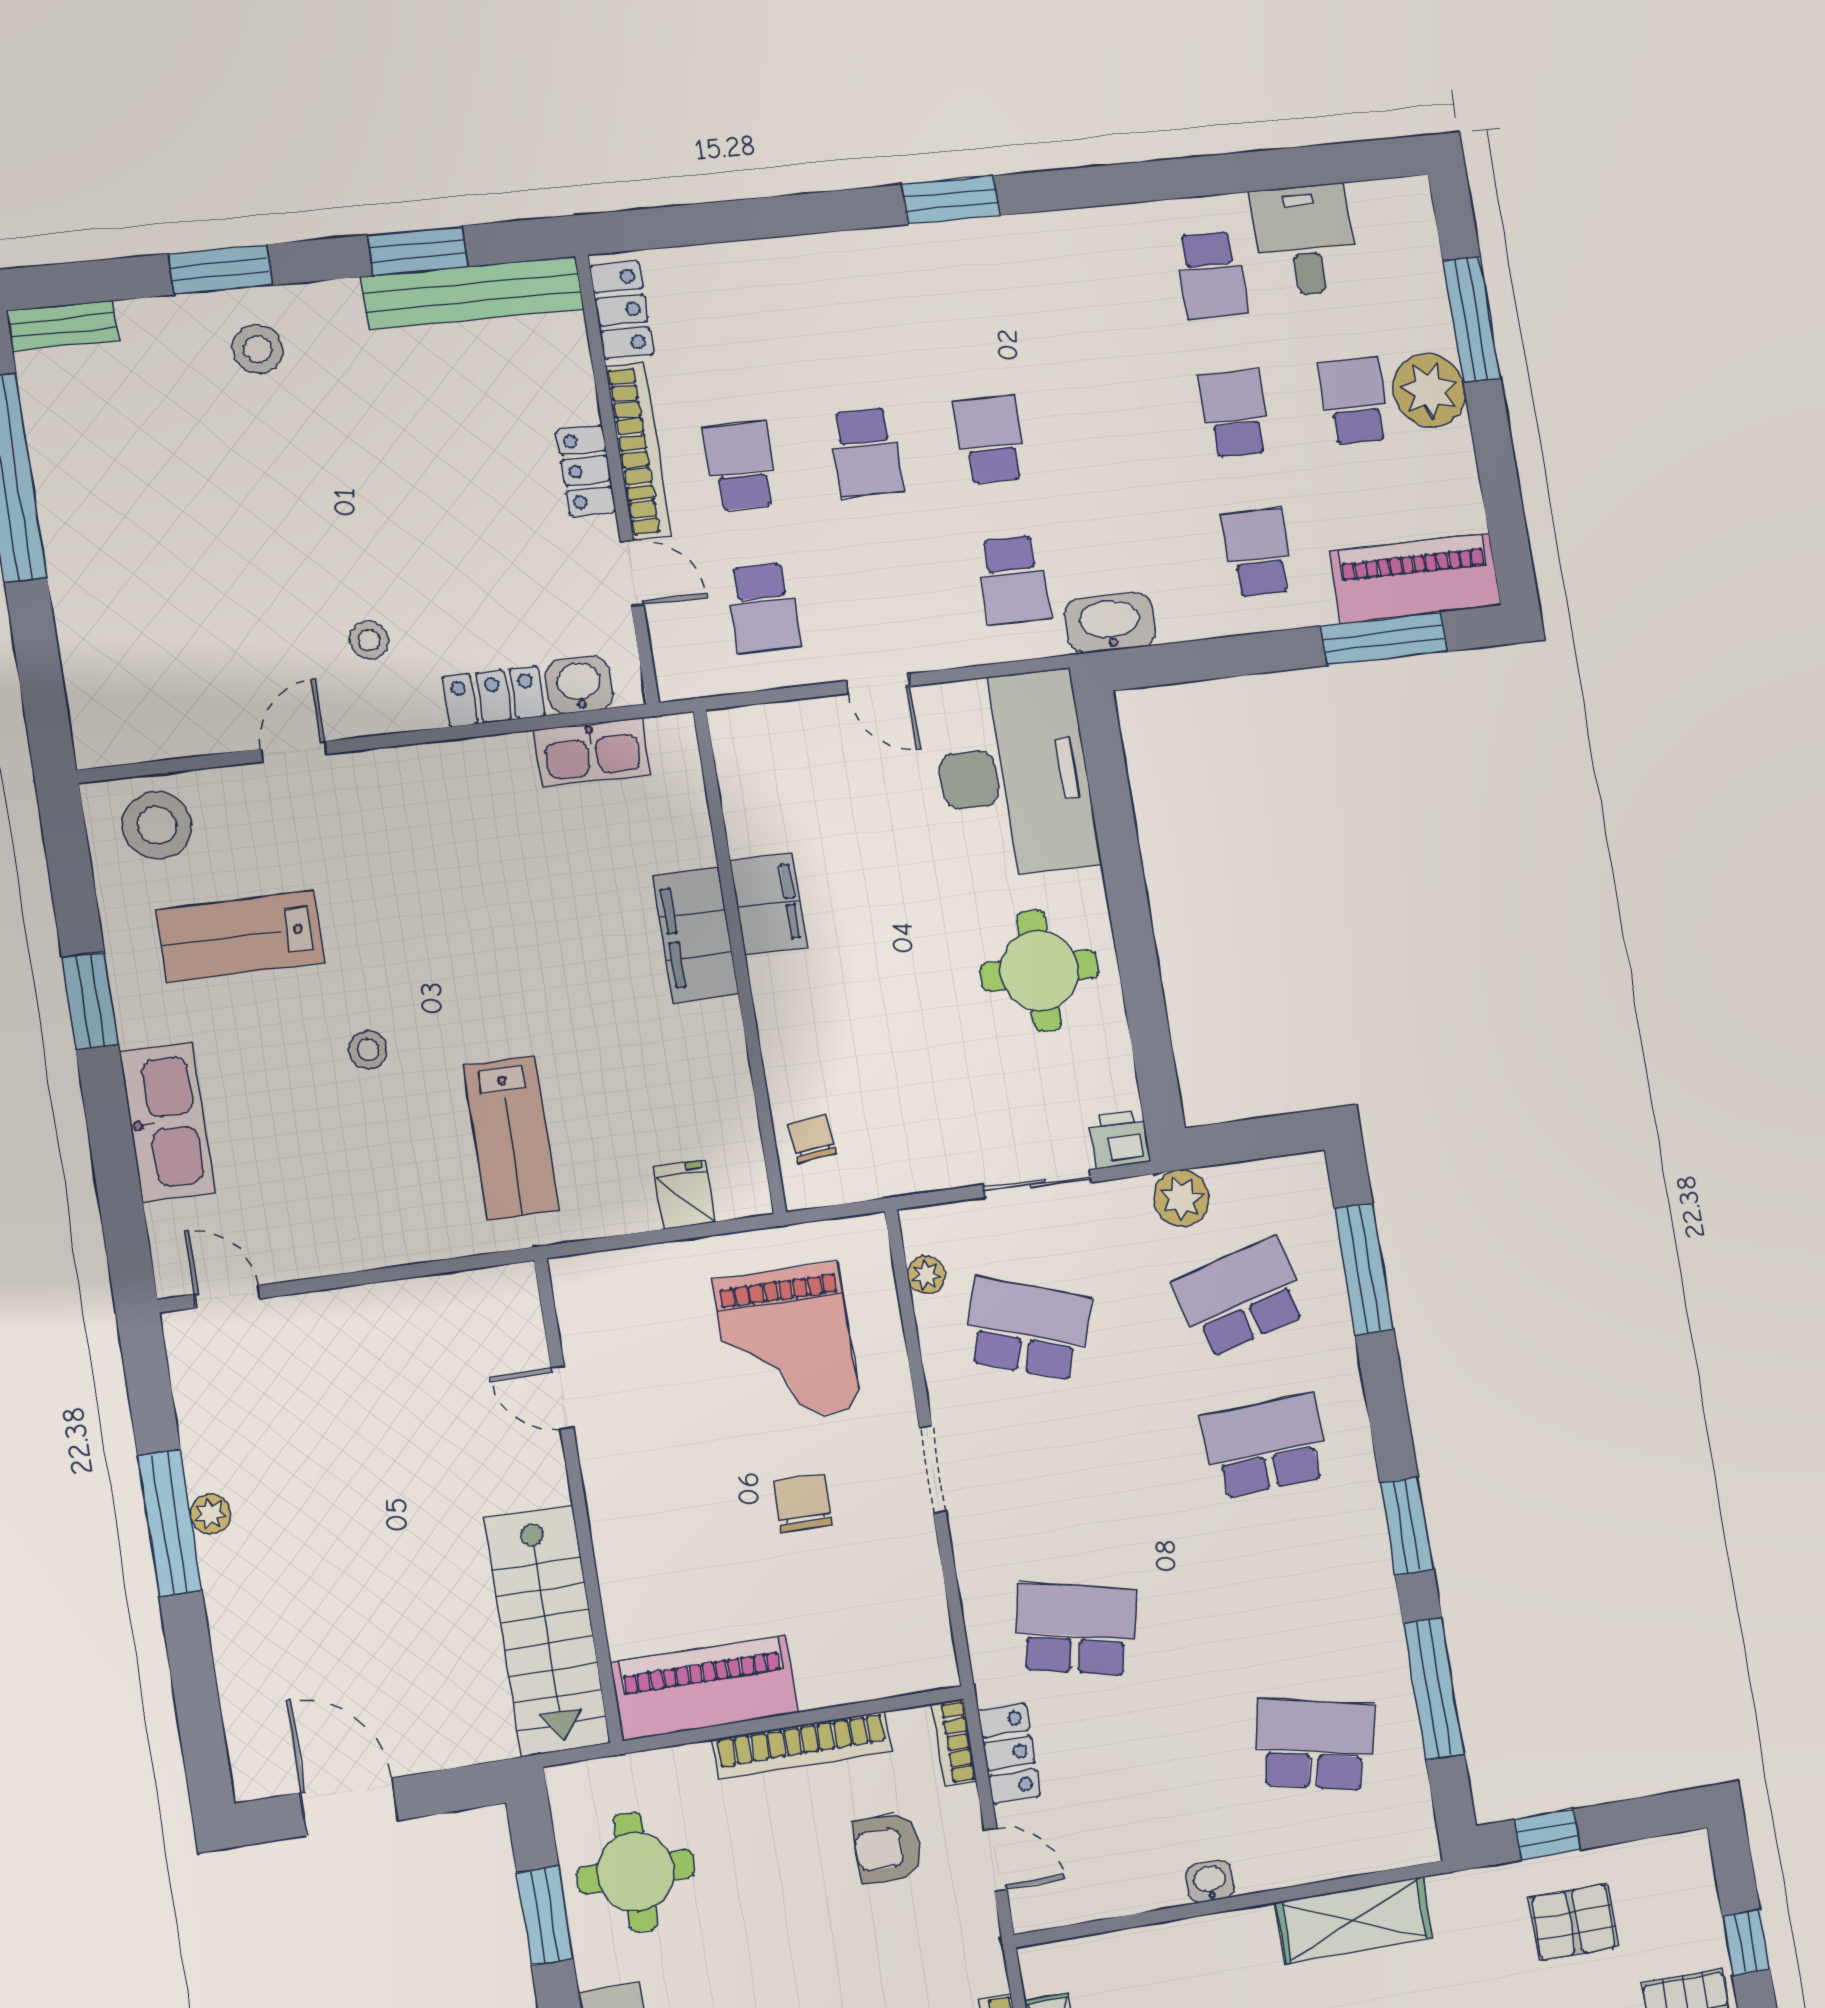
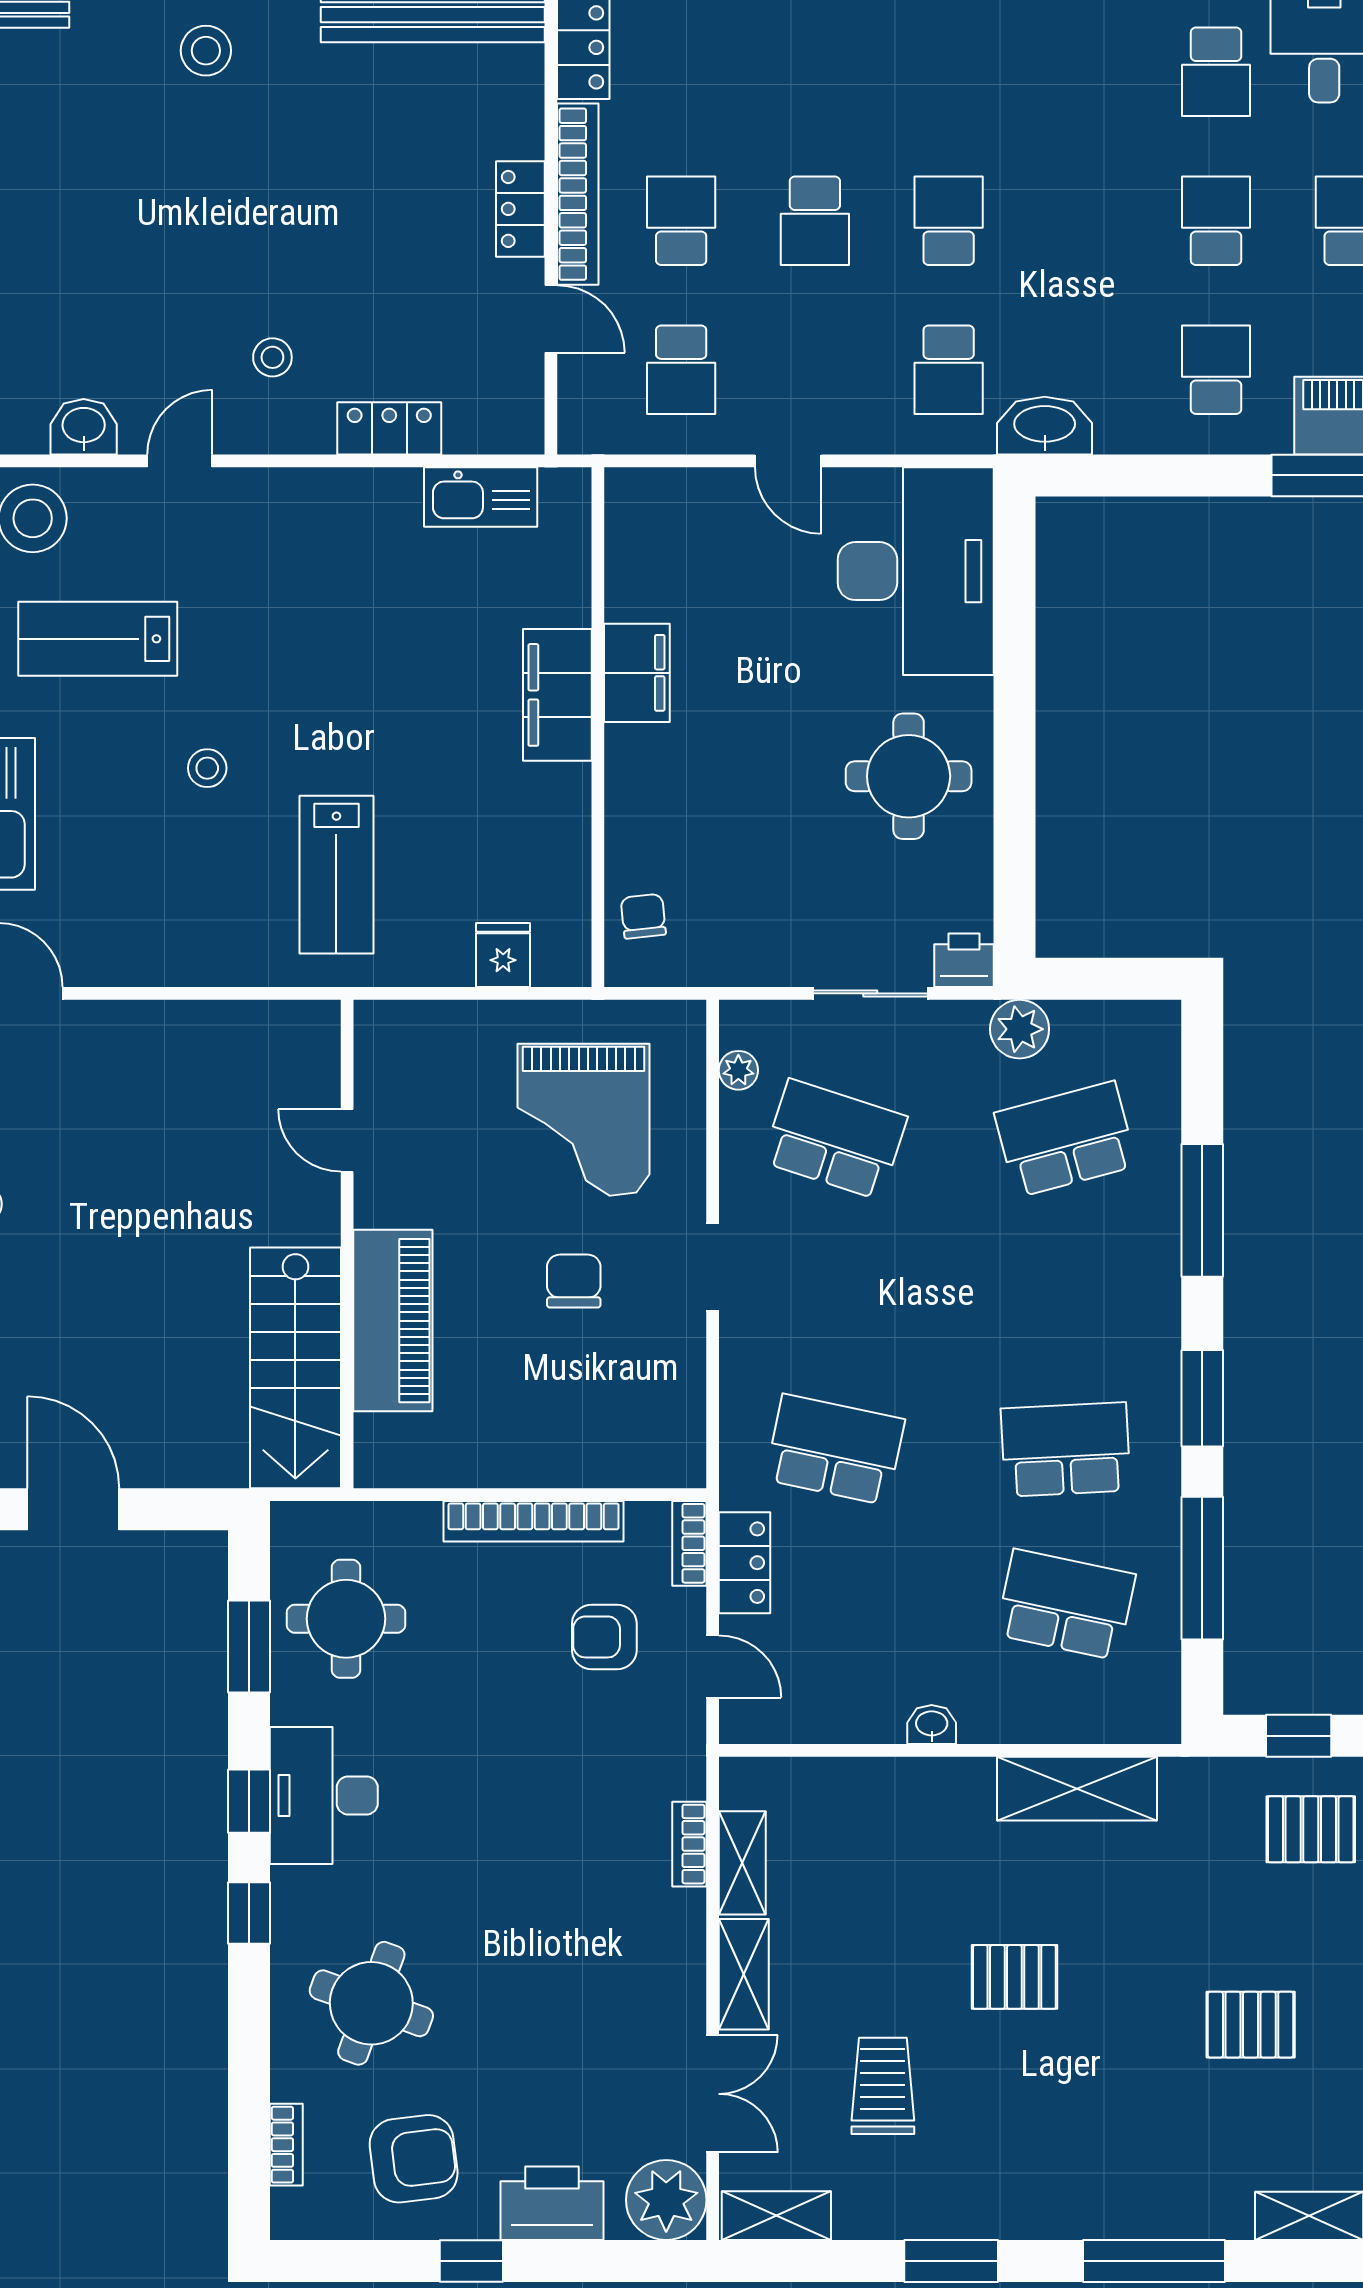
washbasin: (579, 685) -> (84, 427), moved
window: (1364, 1269) -> (1202, 1210), moved
school desk: (1265, 1446) -> (1066, 1449), moved
piano: (705, 1688) -> (393, 1321), moved, turned 90

